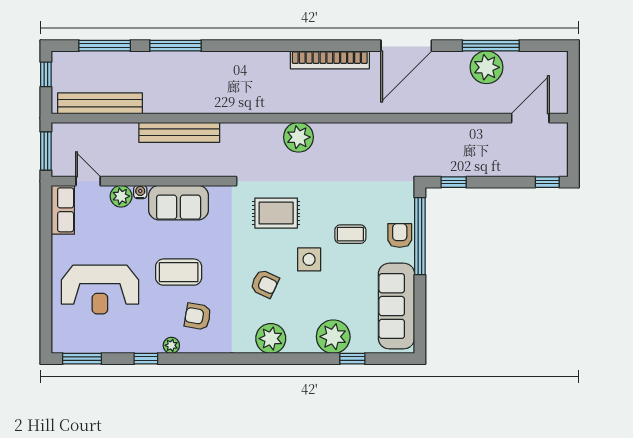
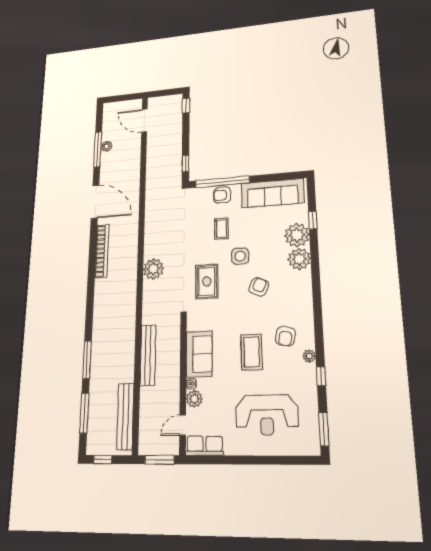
plant: (486, 67) -> (107, 146), width x0.53, depth x0.53
reception desk: (100, 290) -> (267, 415), turned 90
plant: (271, 339) -> (299, 259), moved

